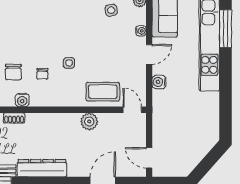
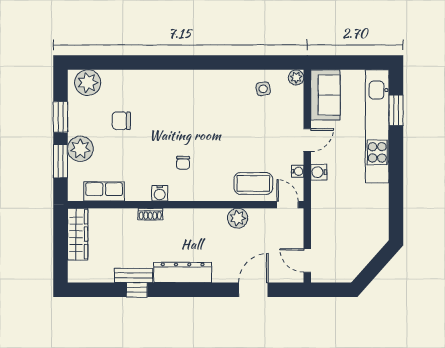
window: (226, 29) -> (396, 110), width x0.69
water cooler: (141, 31) -> (298, 171), moved
side table: (69, 63) -> (214, 150), removed
chair: (13, 72) -> (149, 161), removed

